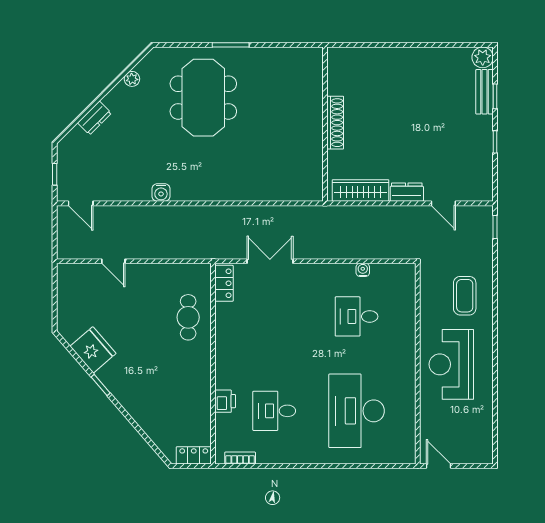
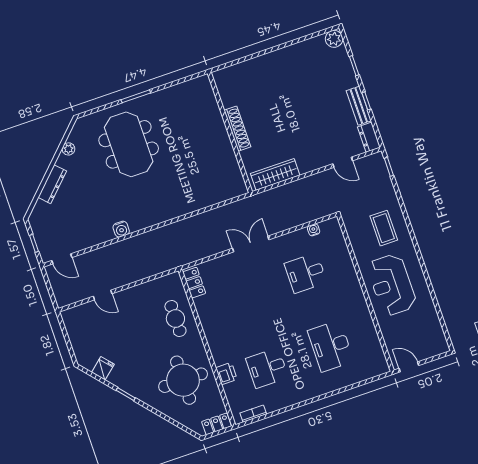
bench: (485, 92) -> (359, 106), moved
dresser: (94, 118) -> (52, 184), width x1.44
dresser: (407, 192) -> (369, 137), moved, turned -90
double door: (270, 261) -> (251, 244), moved
water cooler: (363, 270) -> (314, 230), moved
fridge: (93, 350) -> (103, 368), width x0.53, depth x0.75
round table: (172, 392) -> (183, 380), added
desk: (357, 411) -> (331, 346), width x0.73, depth x0.77

